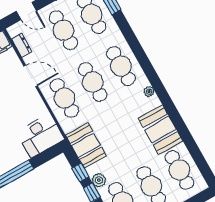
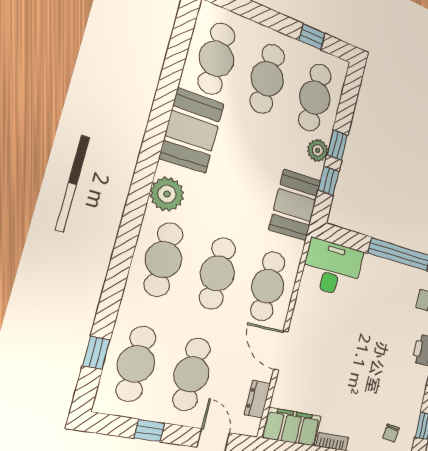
plant: (149, 92) -> (167, 194), width x1.88, depth x1.88

